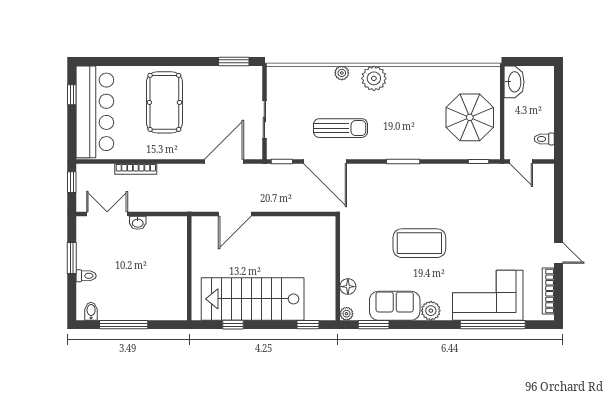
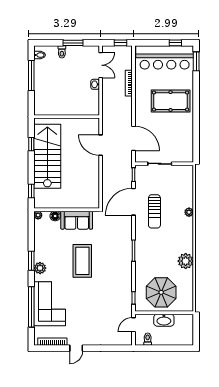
window: (234, 61) -> (196, 61), moved
plant: (374, 78) -> (186, 261), moved
washbasin: (514, 82) -> (164, 320), moved
sofa: (395, 306) -> (77, 220), moved, turned 90
window: (374, 325) -> (31, 261), moved

